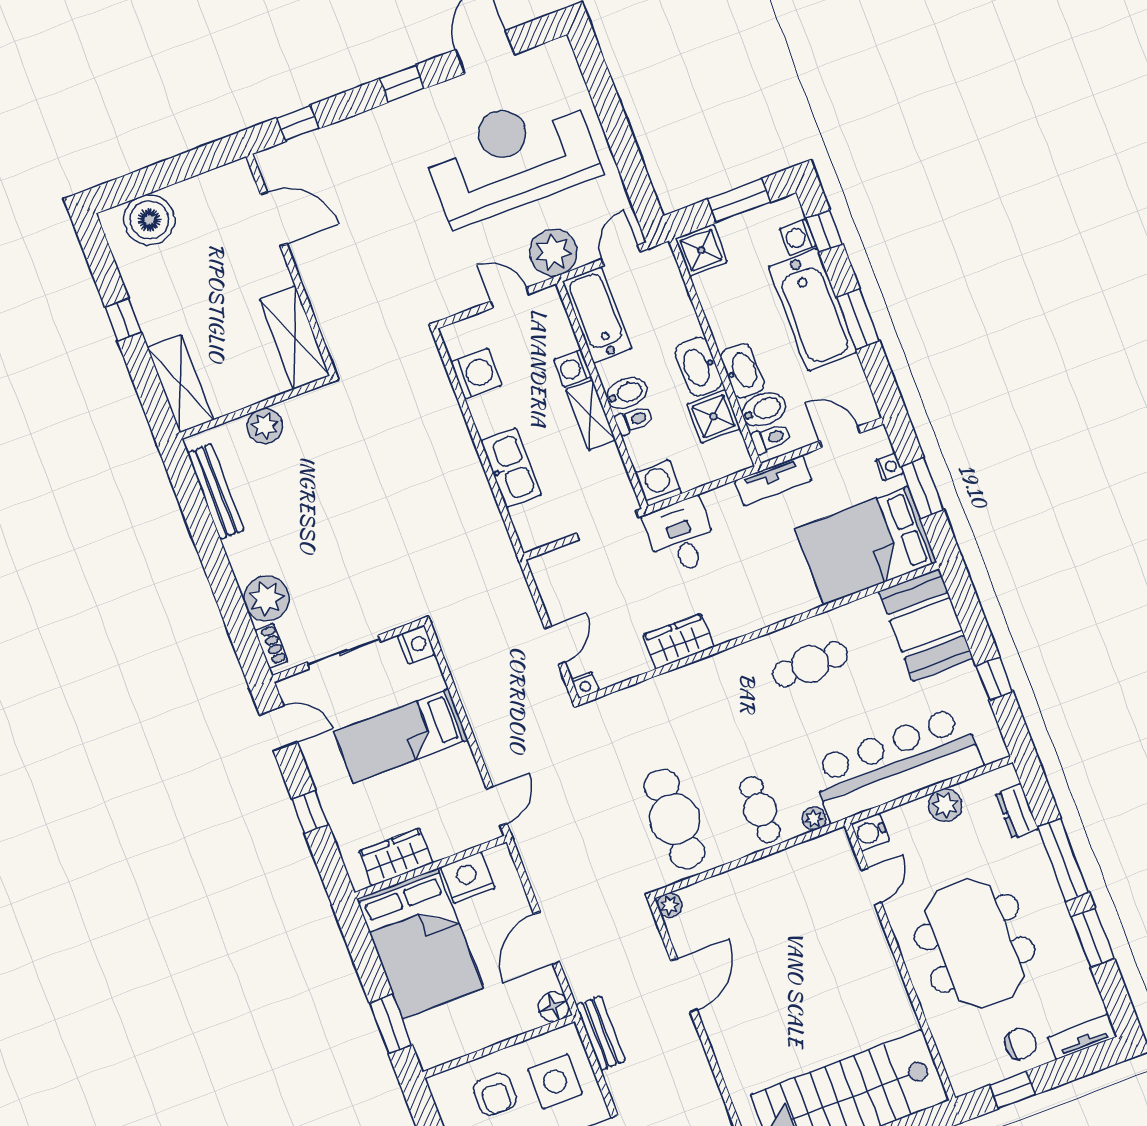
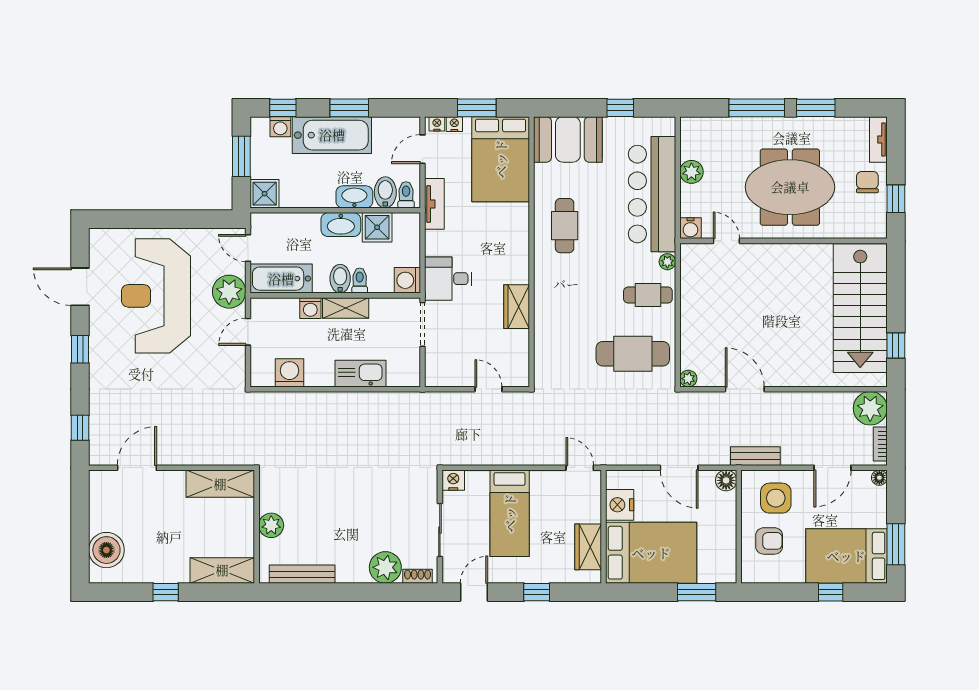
nightstand: (585, 685) -> (437, 124), moved, turned -90
dresser: (1017, 811) -> (713, 126), removed

